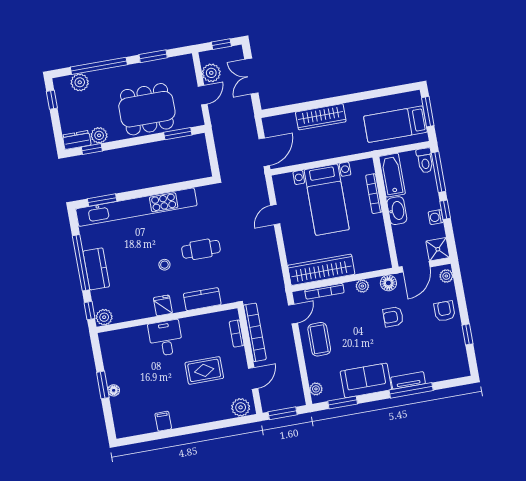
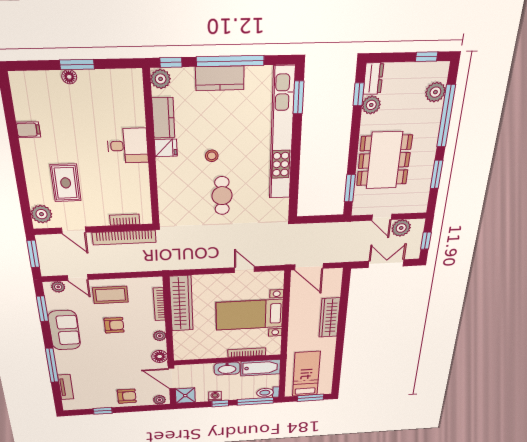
kitchen counter: (202, 299) -> (163, 118), moved
door: (293, 314) -> (78, 278), moved
armchair: (393, 317) -> (114, 325), moved, turned 90
rug: (204, 370) -> (66, 183), moved
tv unit: (408, 380) -> (66, 387), moved

